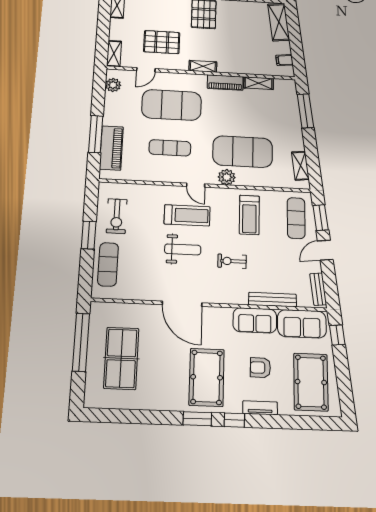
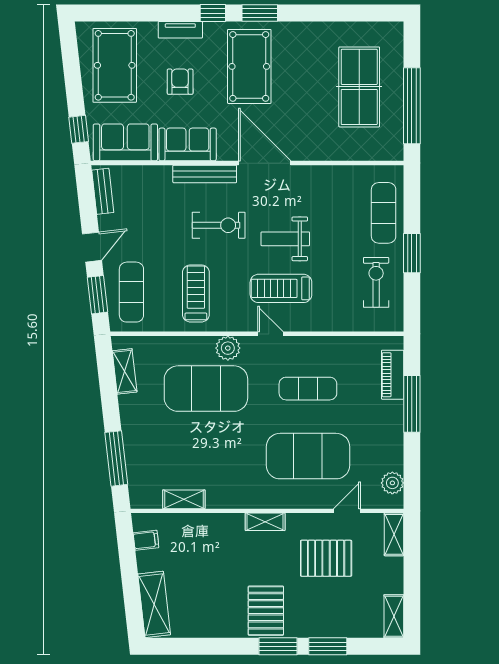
piano: (225, 82) -> (232, 497), removed
piano: (111, 148) -> (393, 375), width x0.73, depth x0.75
exercise bike: (232, 261) -> (219, 225), width x1.38, depth x1.39
bench: (273, 300) -> (205, 174), moved
door: (182, 304) -> (265, 163), moved
armchair: (260, 368) -> (180, 82), turned -90

